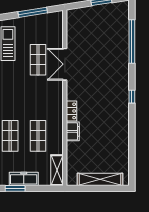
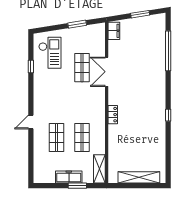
window: (33, 12) -> (77, 24), width x0.69
window: (132, 97) -> (168, 115), moved
filing cabinet: (73, 131) -> (114, 31), moved
window: (15, 188) -> (77, 186), moved

